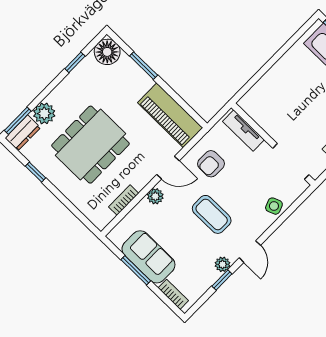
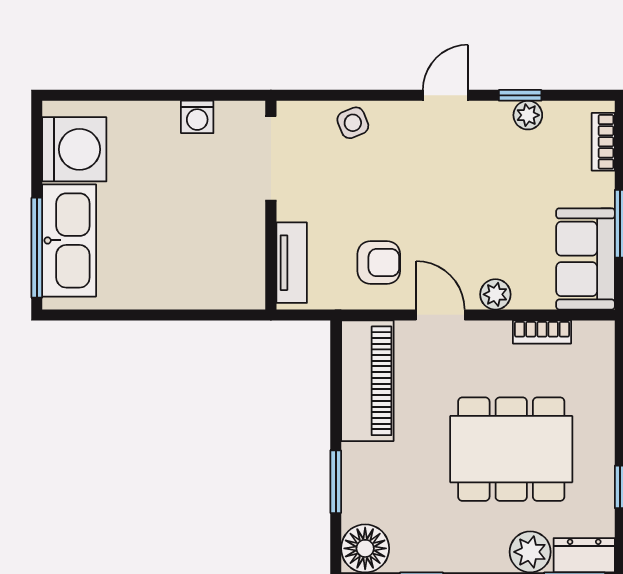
coffee table: (212, 214) -> (446, 195), removed
sofa: (148, 257) -> (585, 259), moved
plant: (223, 264) -> (528, 115), moved

